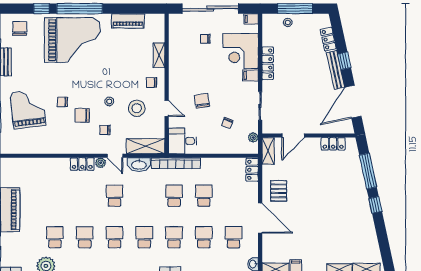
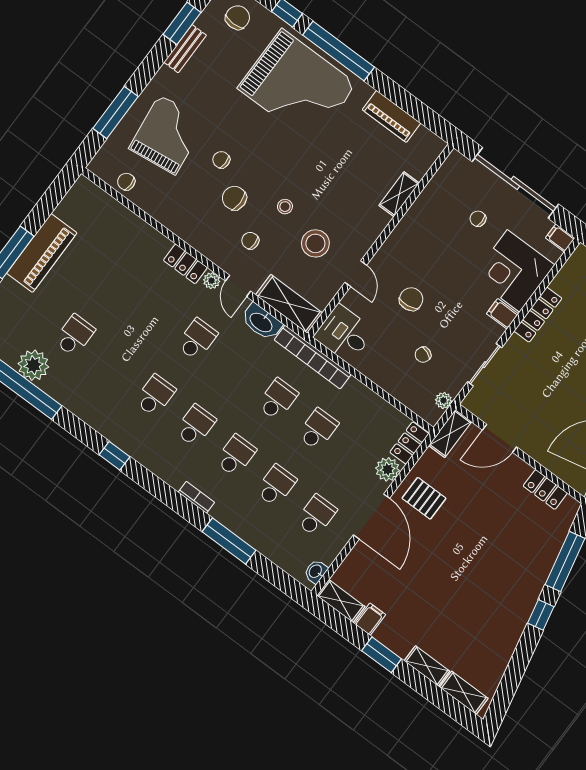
chair: (152, 83) -> (126, 182), moved
plant: (251, 190) -> (388, 469), added
pallet: (279, 191) -> (424, 498), turned 90
school desk: (85, 237) -> (115, 365), removed

